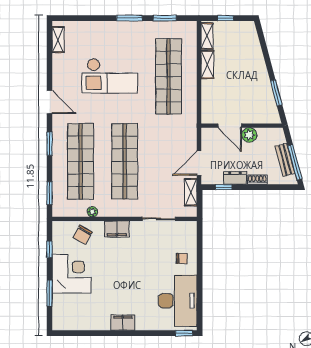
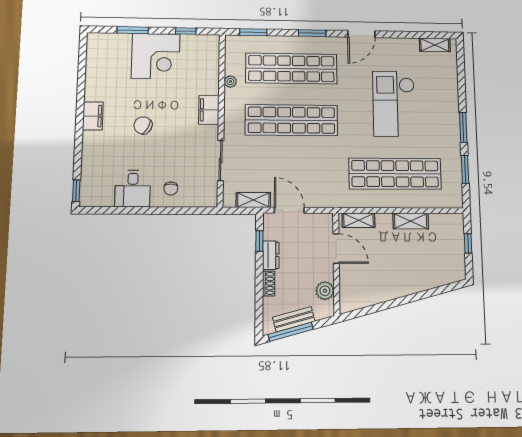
shelving: (207, 36) -> (359, 220), moved
window: (276, 93) -> (378, 307), removed
door: (230, 126) -> (336, 249), swing flipped
plant: (249, 135) -> (325, 291), moved
chair: (83, 235) -> (143, 125), moved
desk: (178, 301) -> (133, 189), width x0.53, depth x0.77

